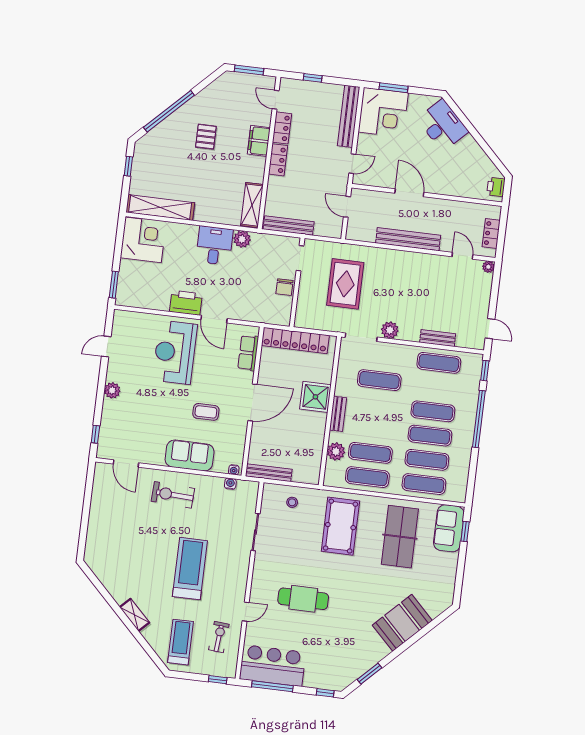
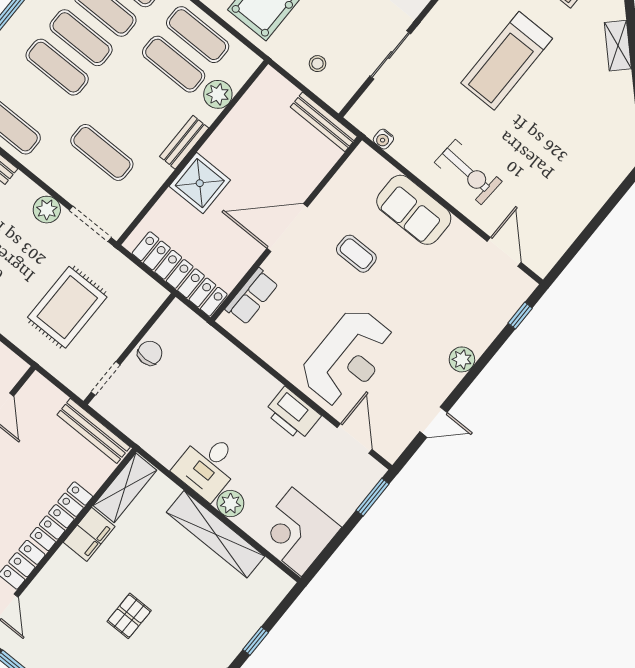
filing cabinet: (259, 141) -> (89, 534), moved
locker: (278, 160) -> (61, 516), width x1.53
shelving: (160, 208) -> (216, 534), moved
plant: (242, 239) -> (230, 504), moved
door: (214, 319) -> (355, 439), moved
water cooler: (234, 470) -> (367, 155), removed

